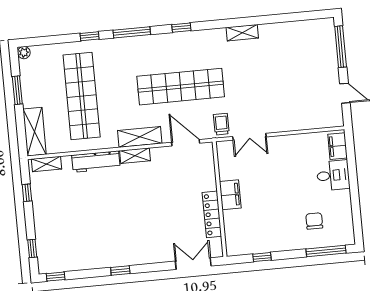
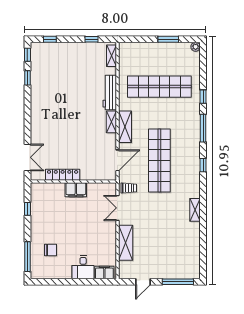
shelving: (35, 132) -> (126, 243), moved, turned 90
window: (120, 270) -> (27, 78), moved

